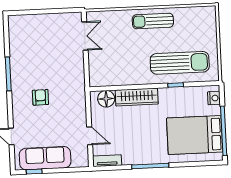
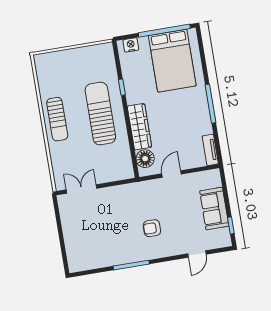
sun lounger: (180, 63) -> (100, 114), moved
door: (90, 136) -> (171, 174), moved
sofa: (45, 158) -> (214, 209), width x0.73

